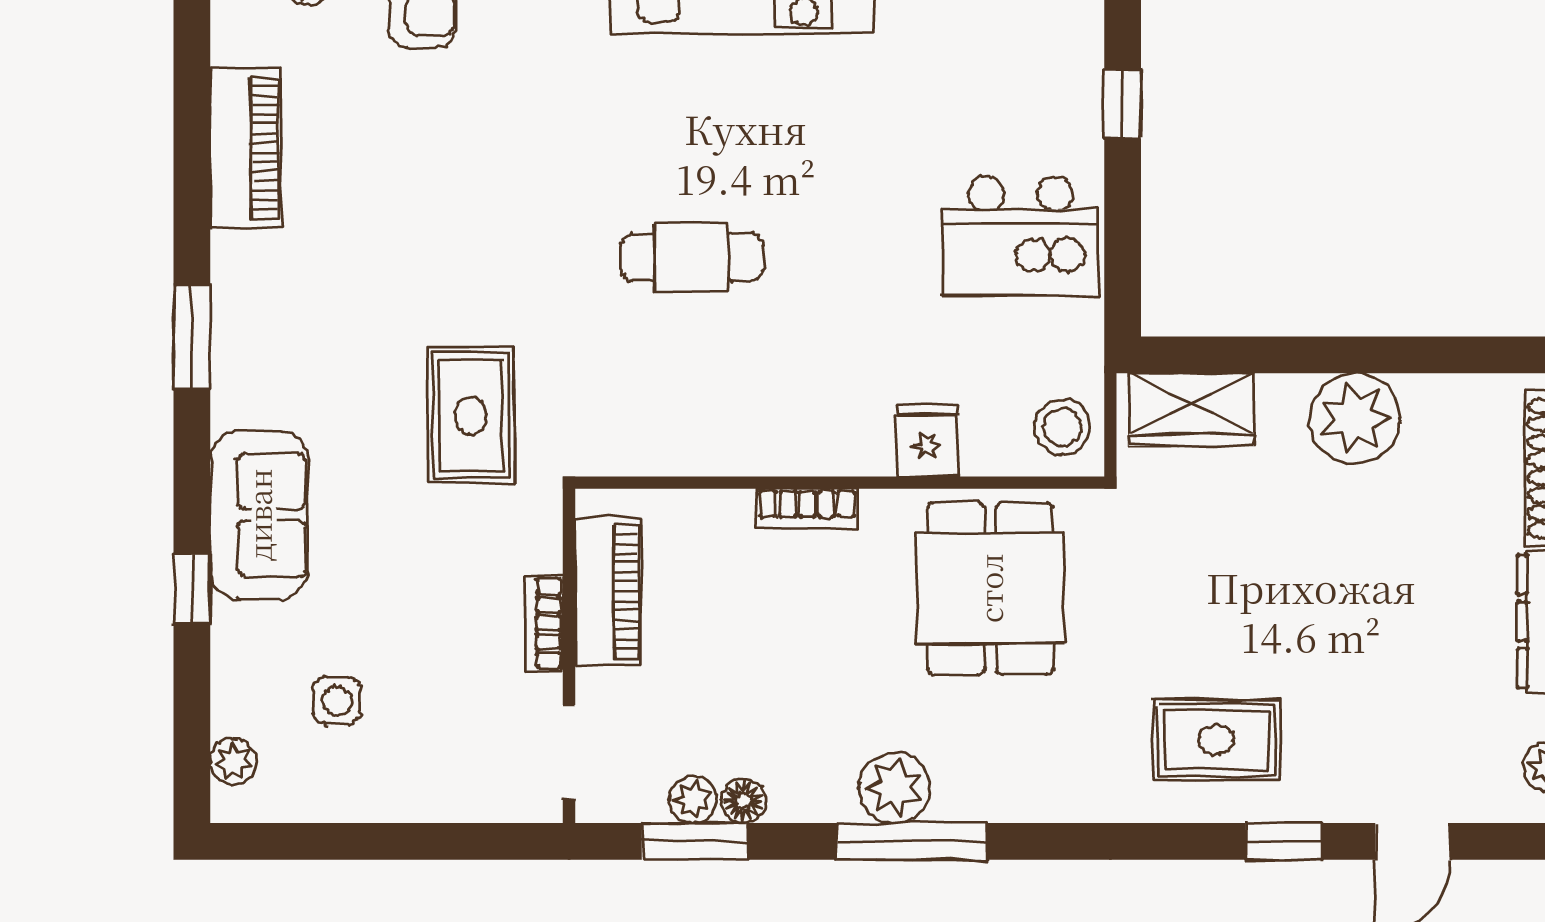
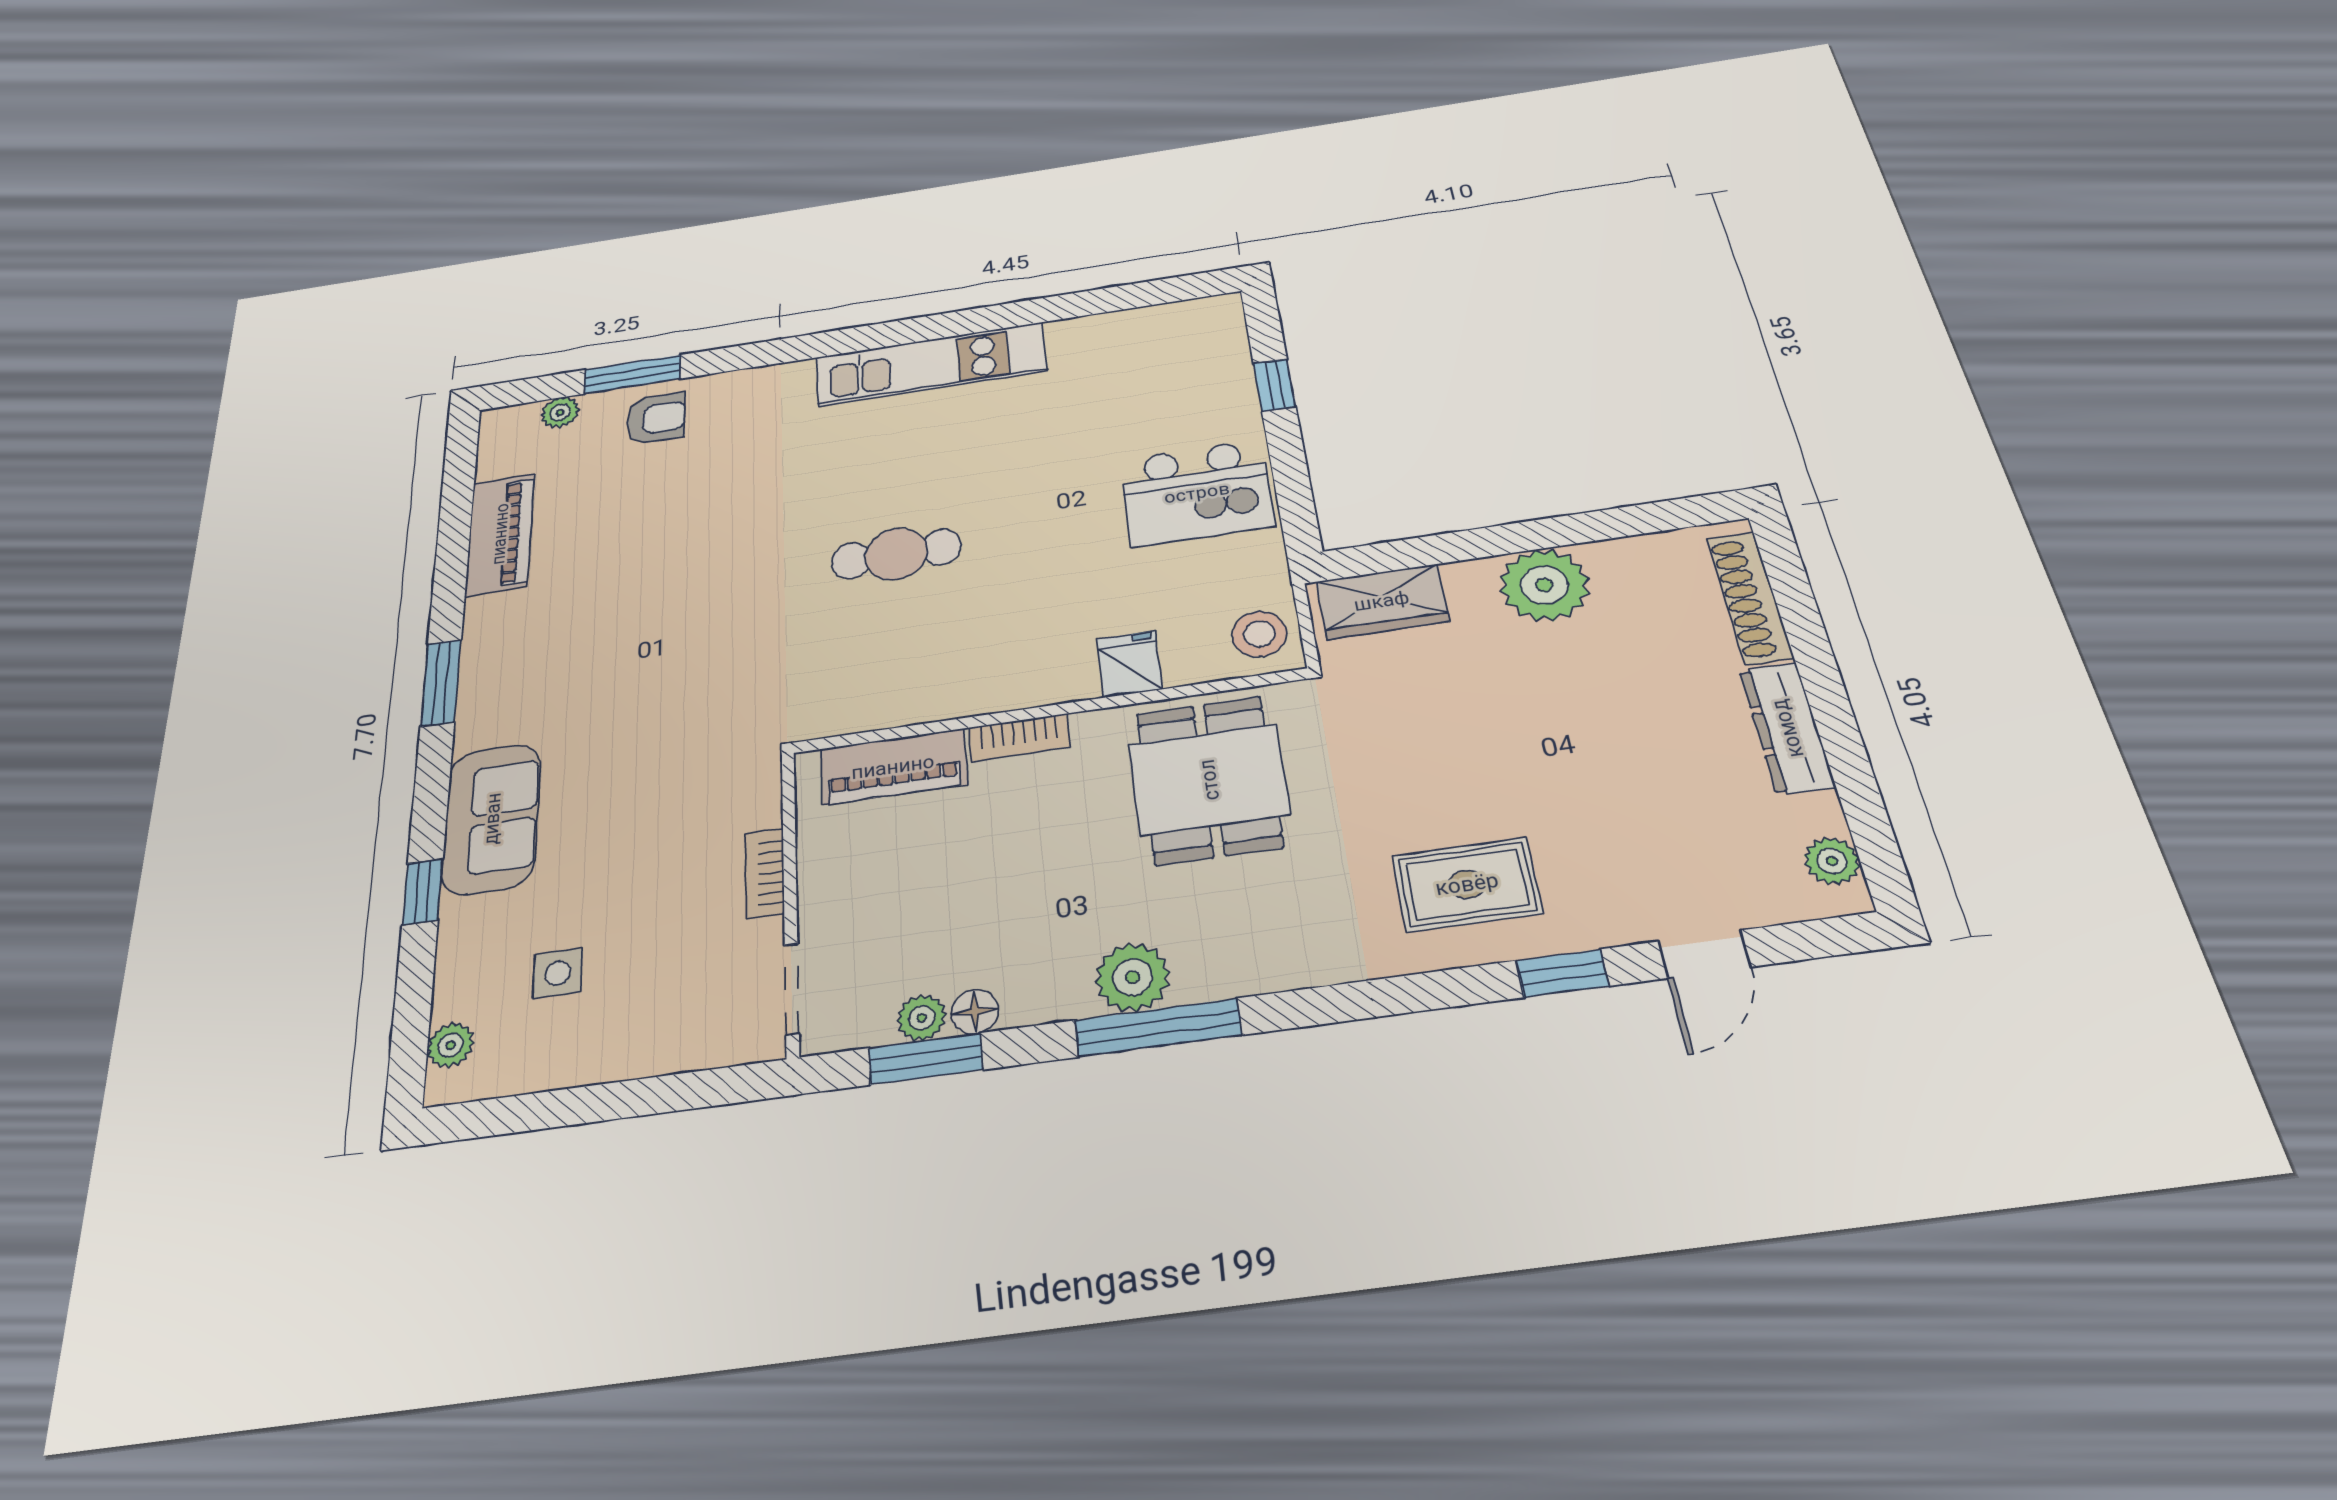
rug: (471, 415) -> (695, 707), removed
piano: (608, 591) -> (893, 767), moved, turned 90

